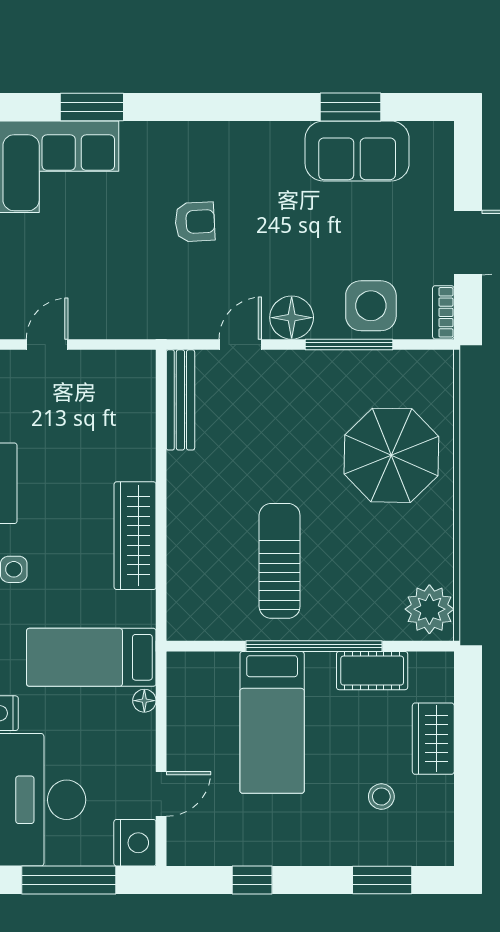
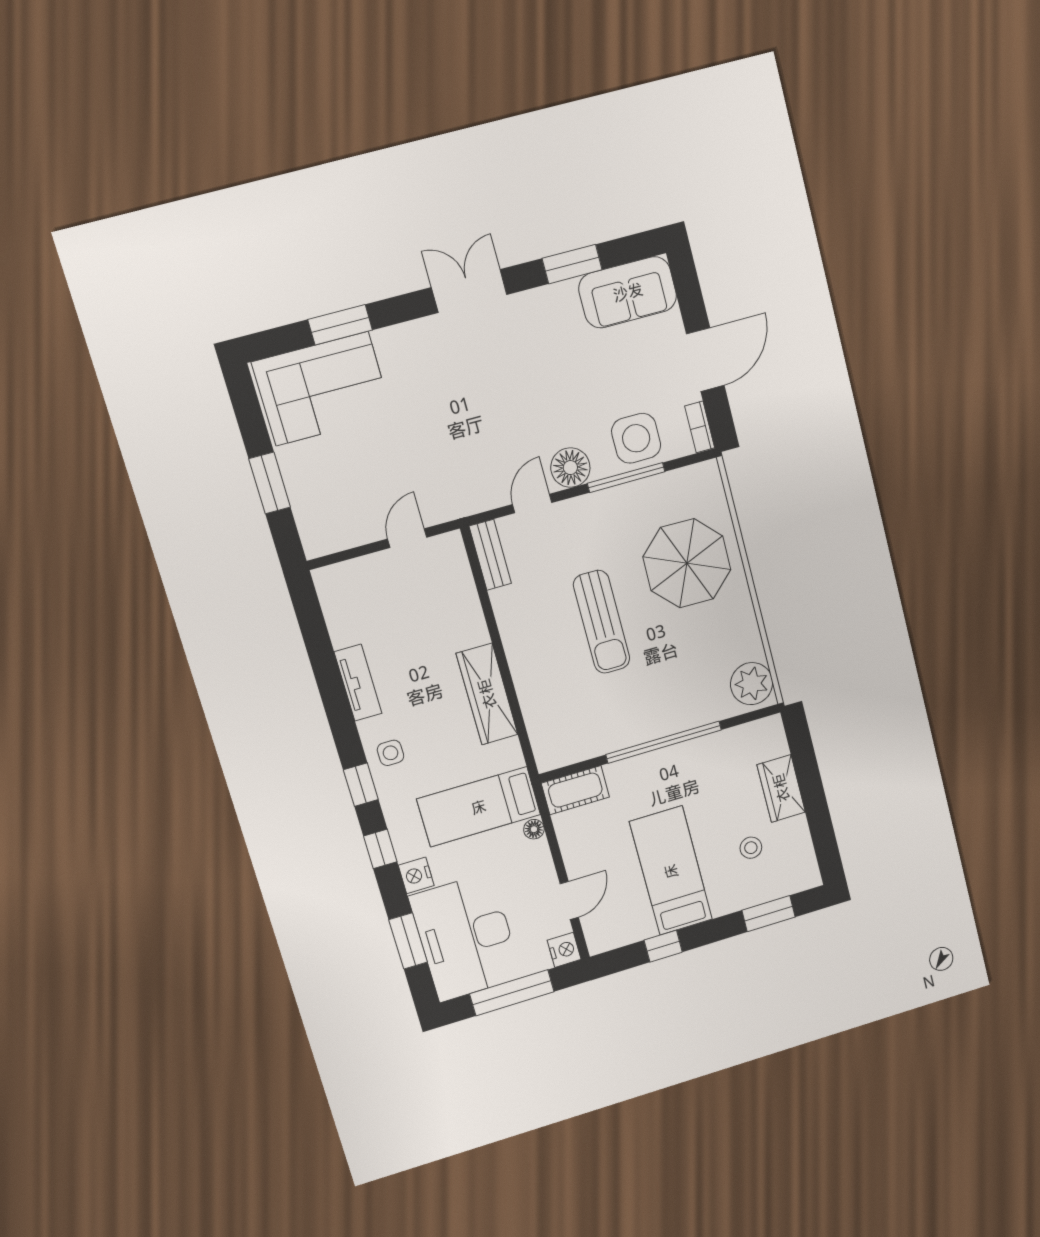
double door: (235, 107) -> (469, 291), added
sofa: (357, 151) -> (628, 292), moved
armchair: (195, 222) -> (462, 405), removed
door: (47, 345) -> (407, 538), moved
bench: (180, 400) -> (490, 555), width x0.73
sun lounger: (280, 561) -> (602, 622), moved, turned 180
cot: (372, 671) -> (575, 790), moved
bed: (272, 722) -> (671, 871), moved, turned 180
nightstand: (135, 843) -> (564, 950), width x0.74, depth x0.75

